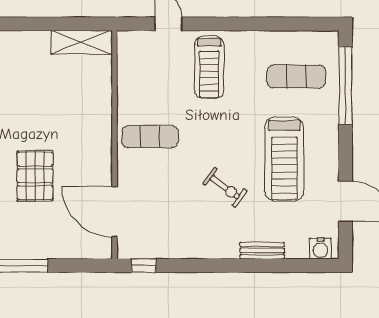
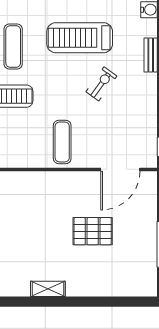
exercise mat: (296, 76) -> (13, 46), moved
treadmill: (284, 159) -> (80, 38), turned 180

